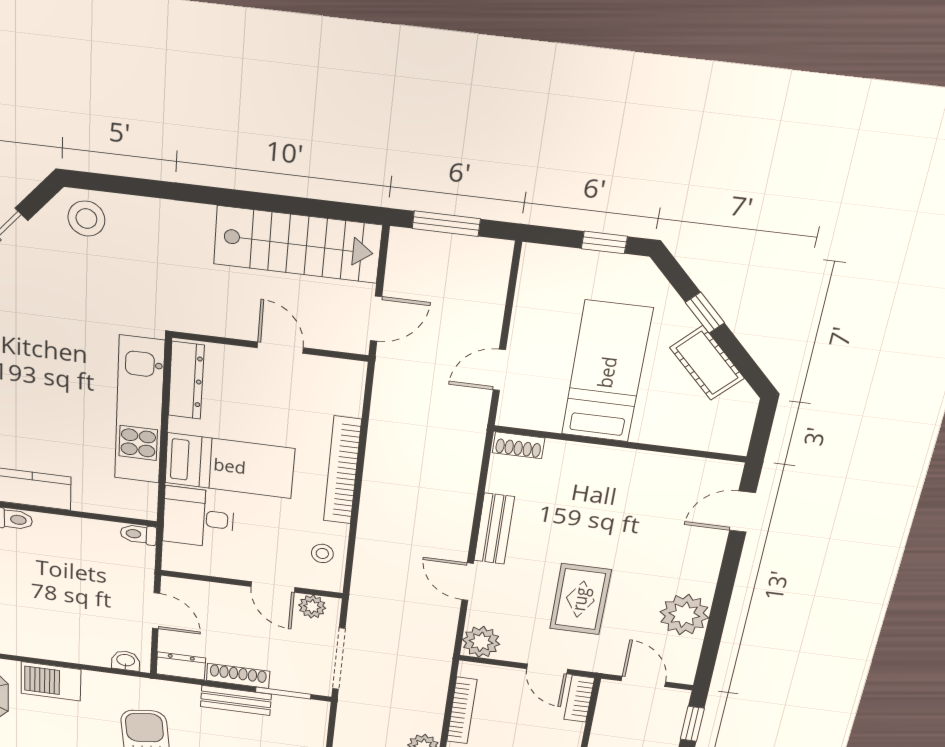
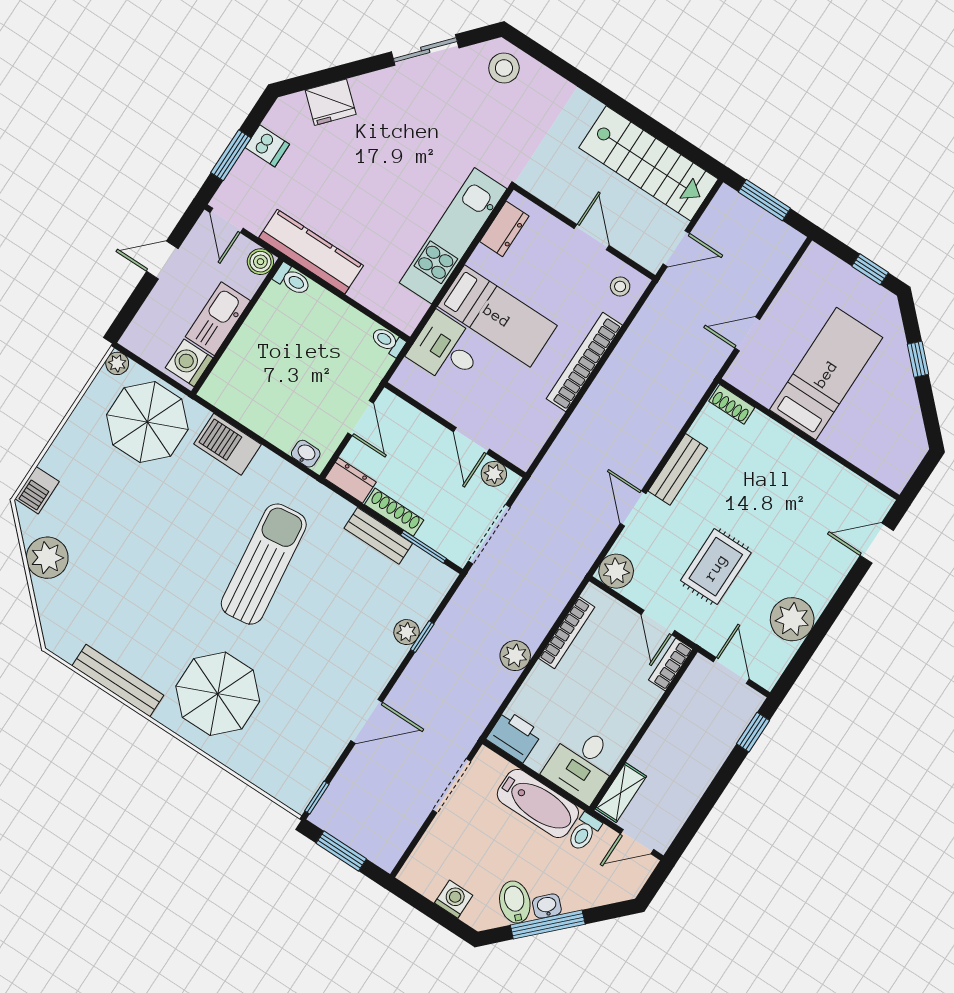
cot: (707, 363) -> (903, 401), removed
dresser: (186, 380) -> (504, 229), width x0.70
stool: (322, 553) -> (620, 286), moved

